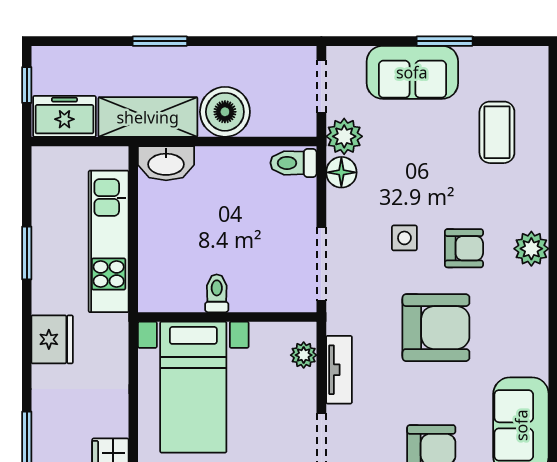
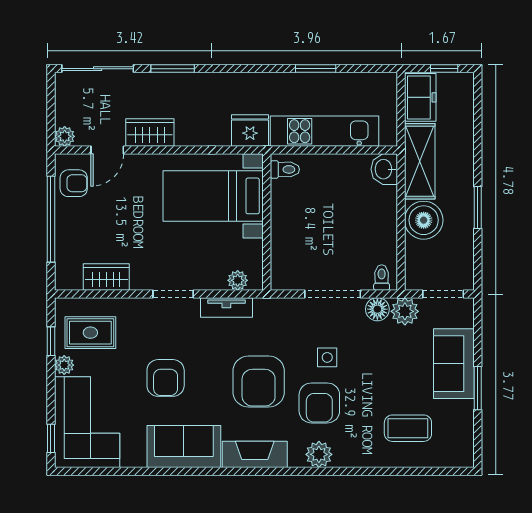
window: (160, 41) -> (478, 208), moved
washbasin: (166, 163) -> (384, 169), width x0.72
toilet: (293, 163) -> (382, 278), width x0.73, depth x0.72
armchair: (464, 248) -> (319, 403), width x1.38, depth x1.38
doorway: (321, 264) -> (333, 294), moved
toilet: (217, 293) -> (285, 169), moved
fireplace: (531, 333) -> (255, 454), added
fridge: (52, 339) -> (250, 131), moved, turned 180

